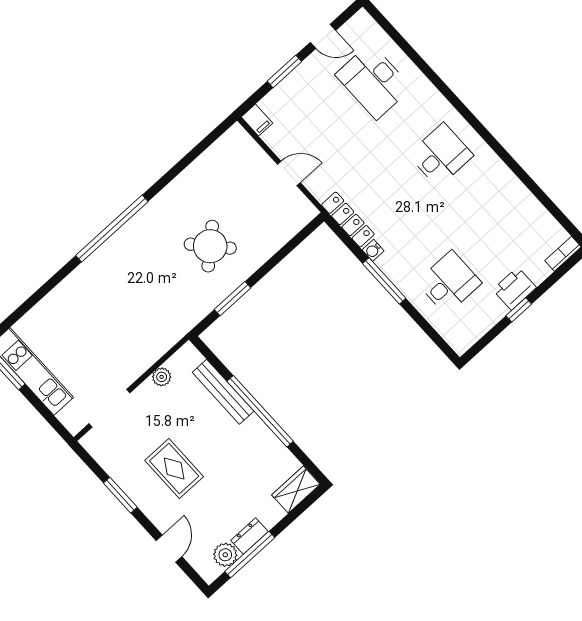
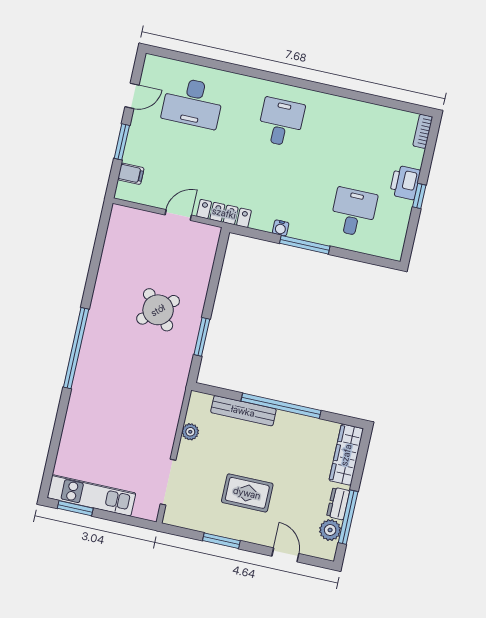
filing cabinet: (257, 120) -> (131, 174), moved
locker: (348, 220) -> (224, 213), moved
wardrobe: (296, 490) -> (346, 455), width x1.50

